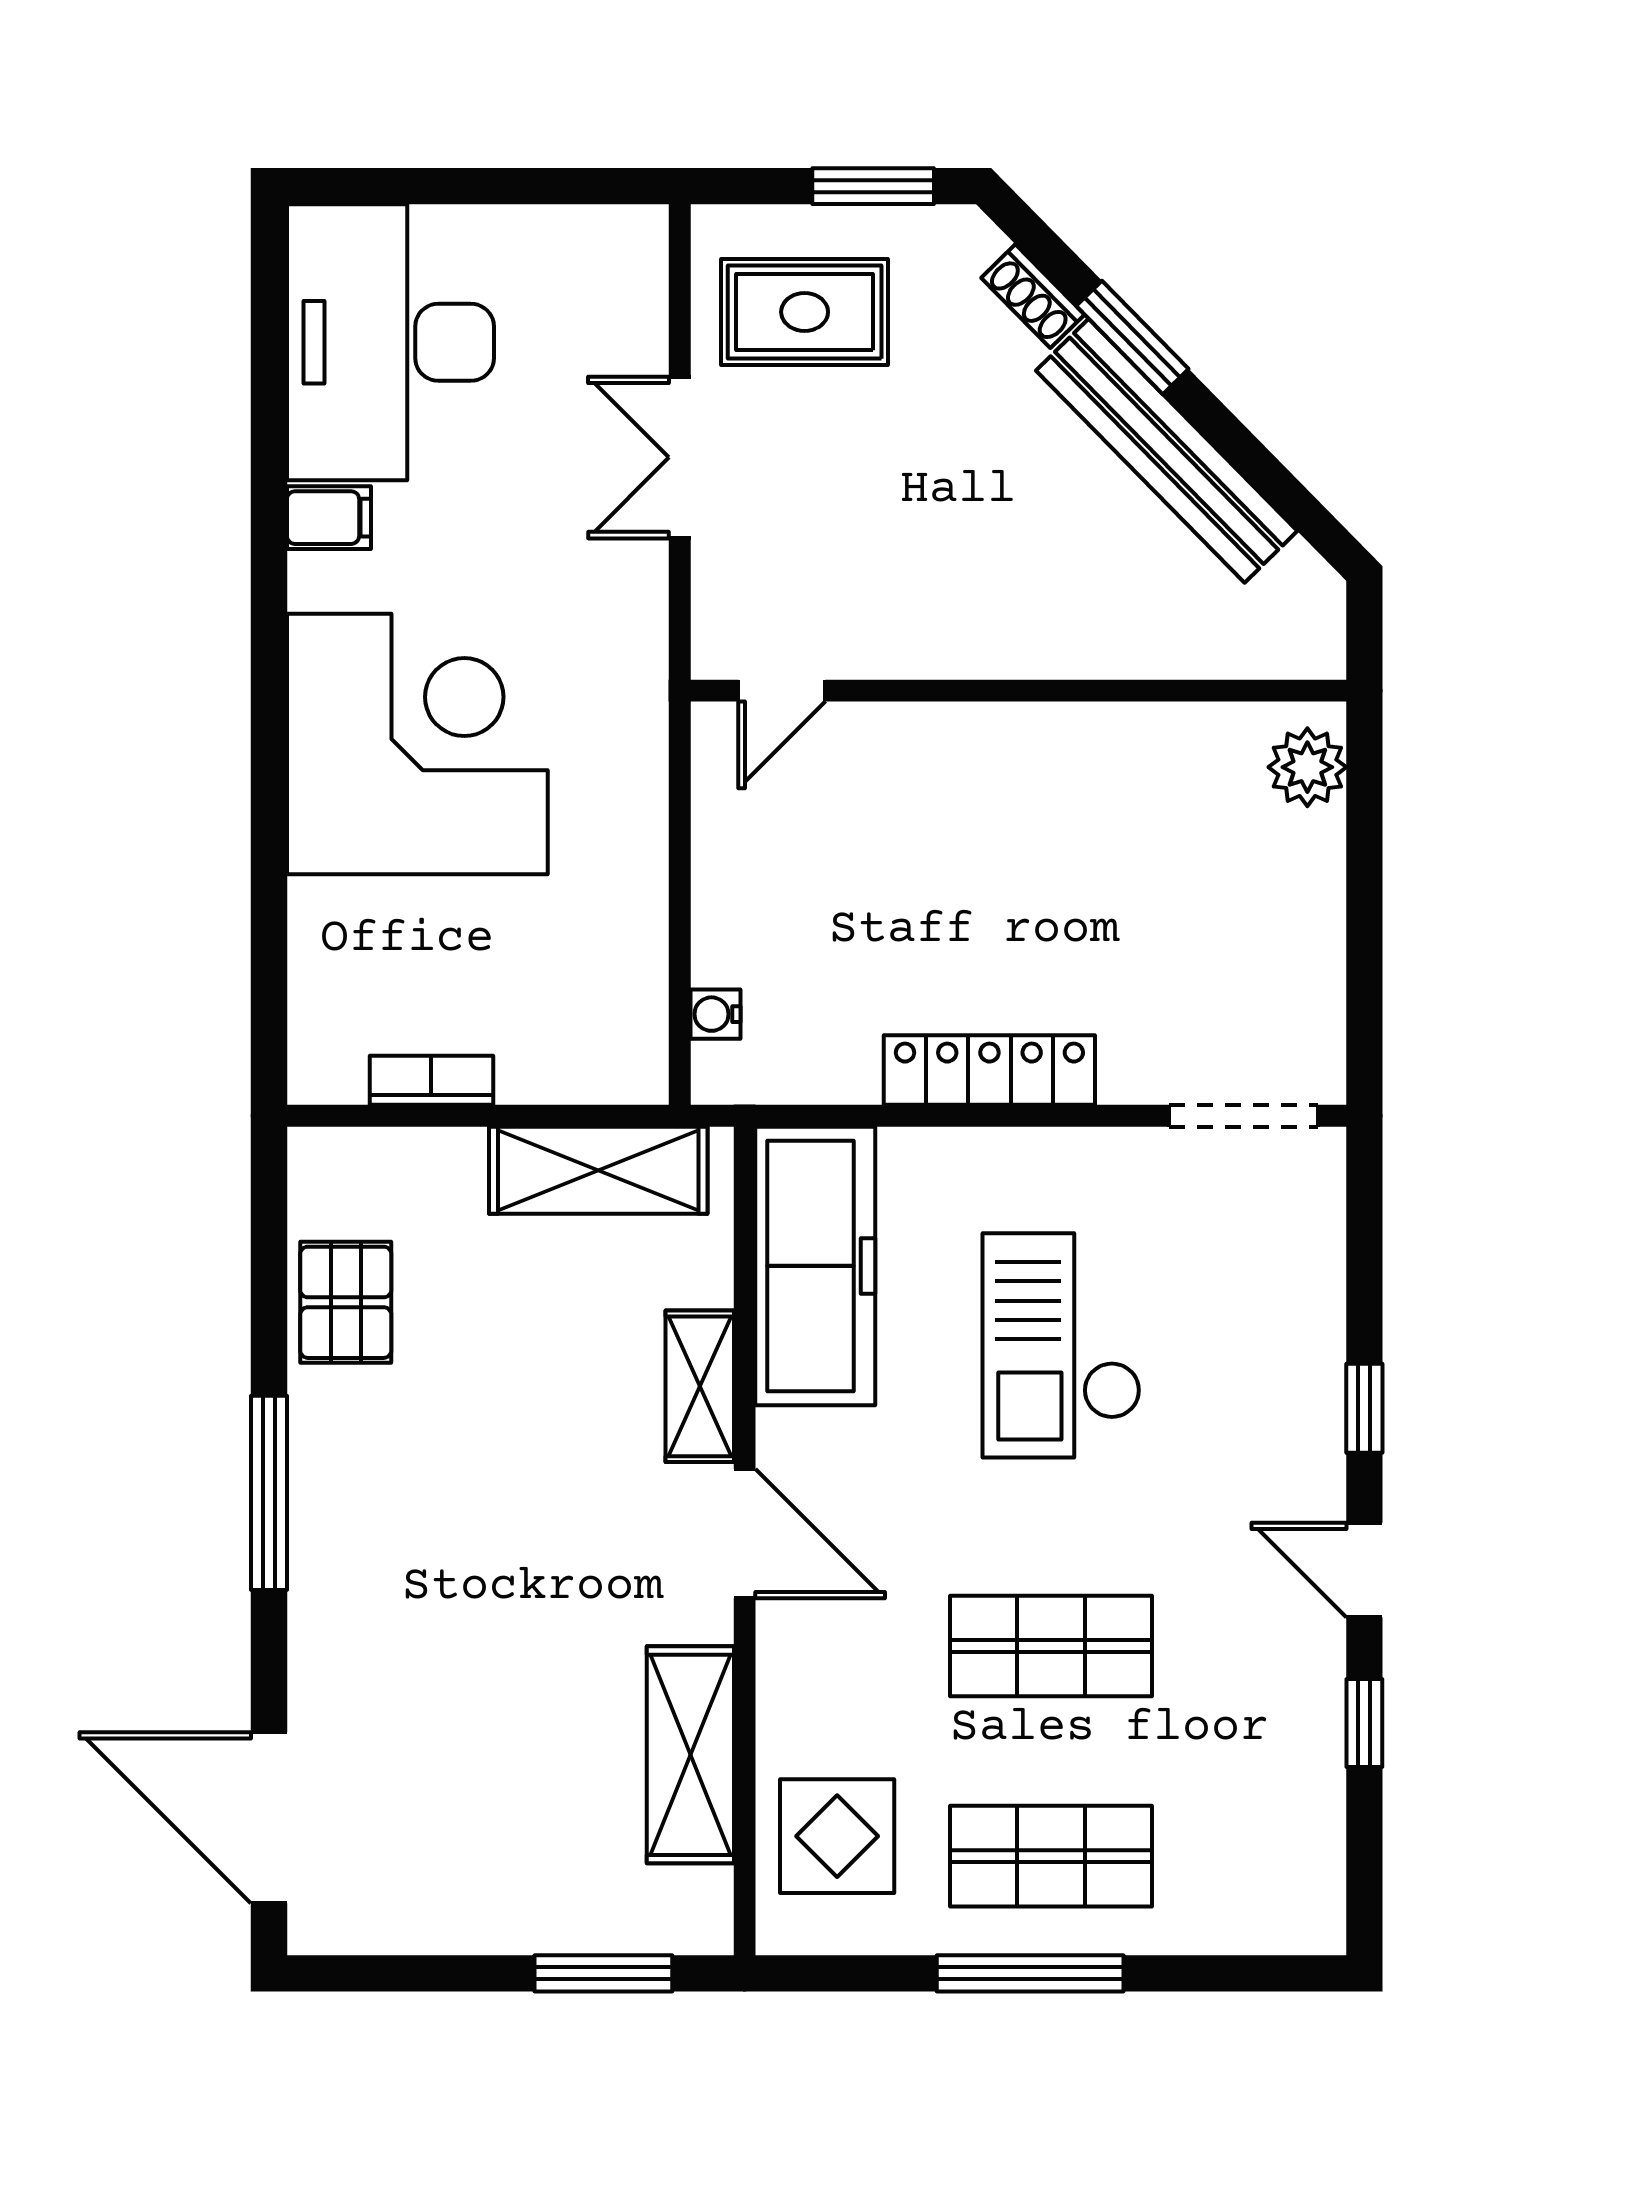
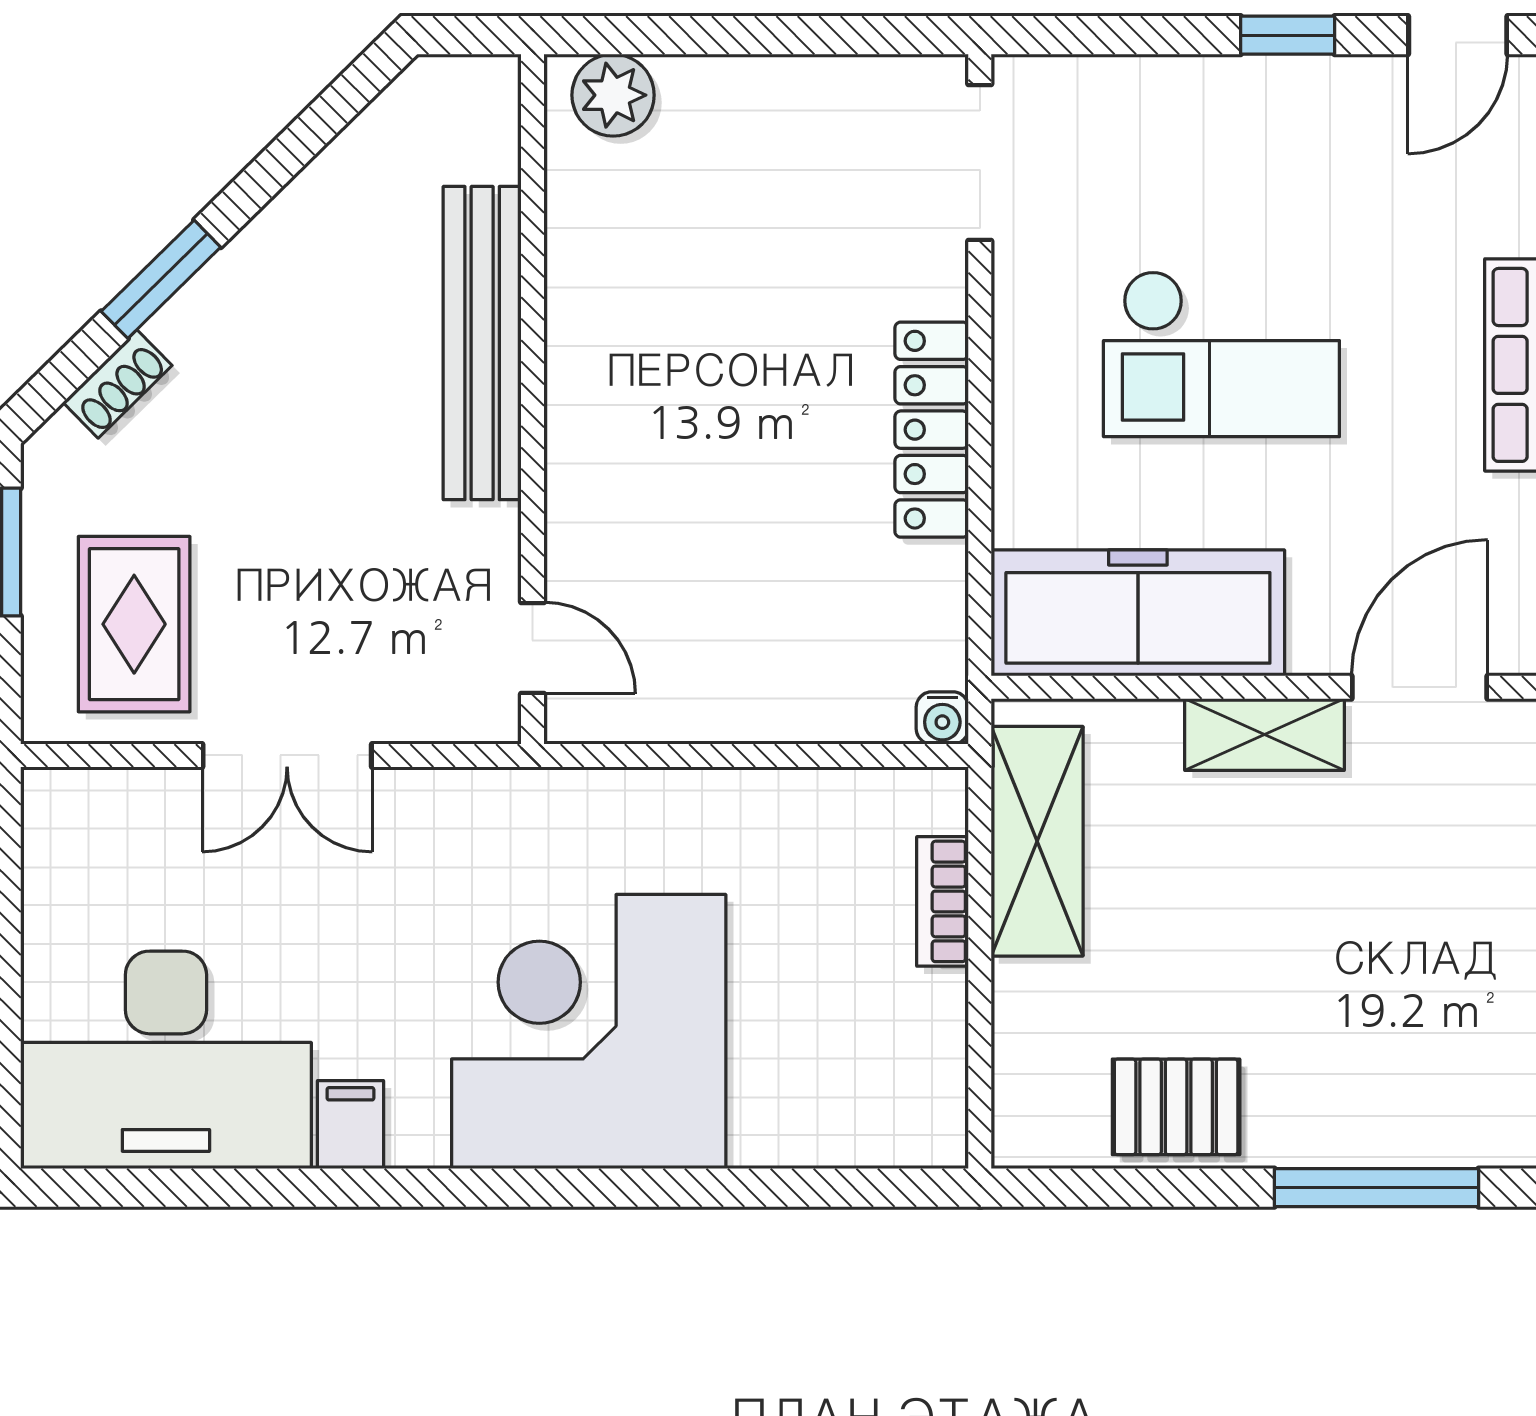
bench: (1167, 451) -> (482, 343), moved, turned -45
water cooler: (715, 1014) -> (942, 718), moved
bookcase: (431, 1080) -> (943, 901), moved

